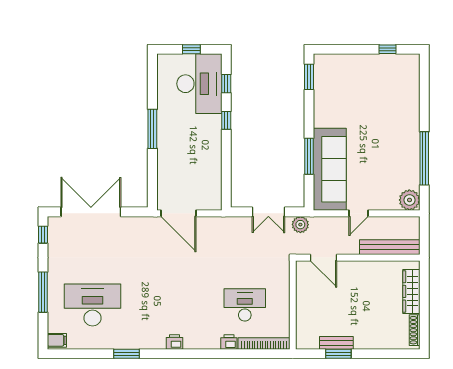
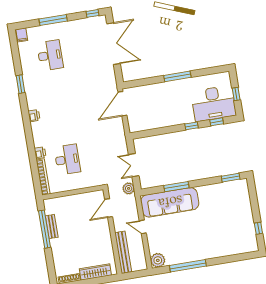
desk: (93, 305) -> (50, 55), width x0.73, depth x0.77
window: (338, 354) -> (45, 229), width x2.11

